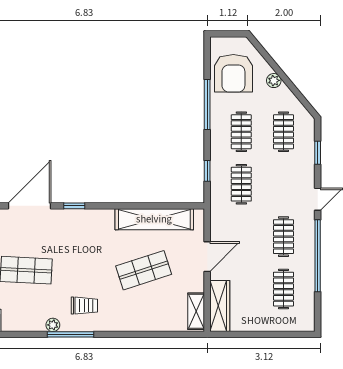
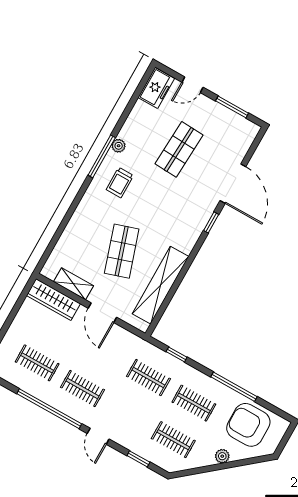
shelving: (196, 311) -> (73, 284), moved

